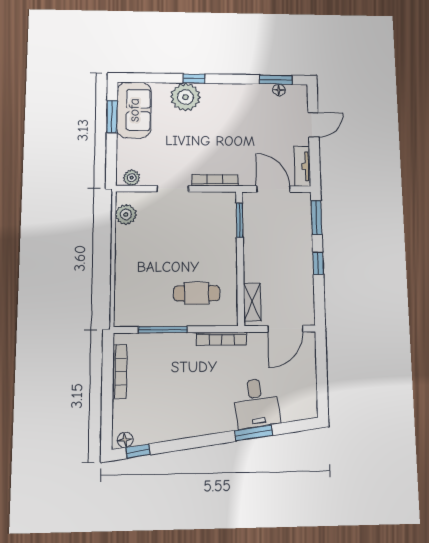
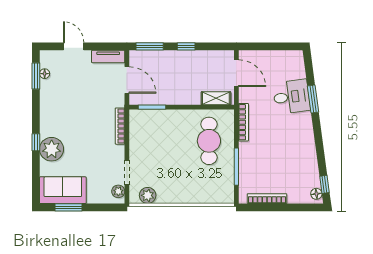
doorway: (173, 189) -> (127, 172), moved
door: (273, 189) -> (127, 80), swing flipped
cafe table: (197, 293) -> (209, 141), width x1.37, depth x1.35

